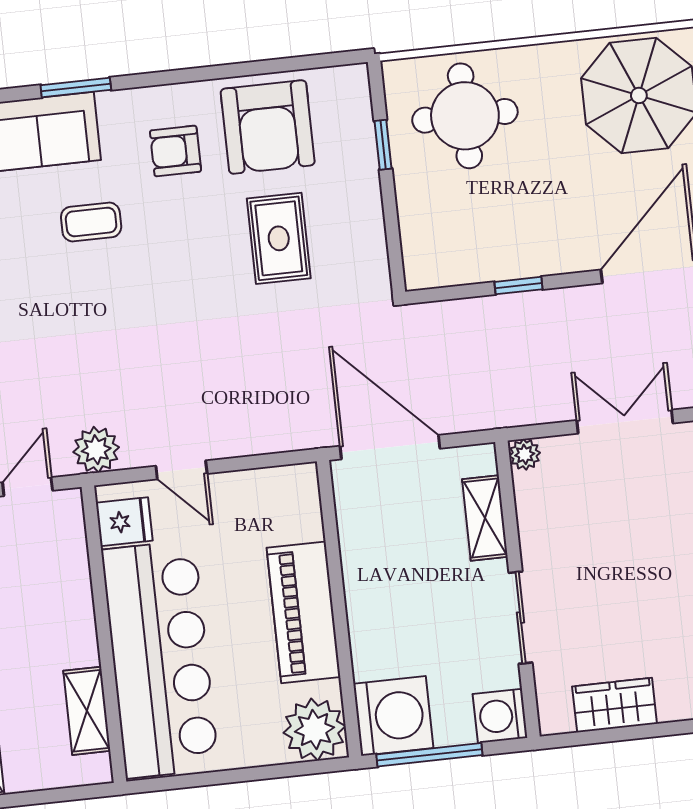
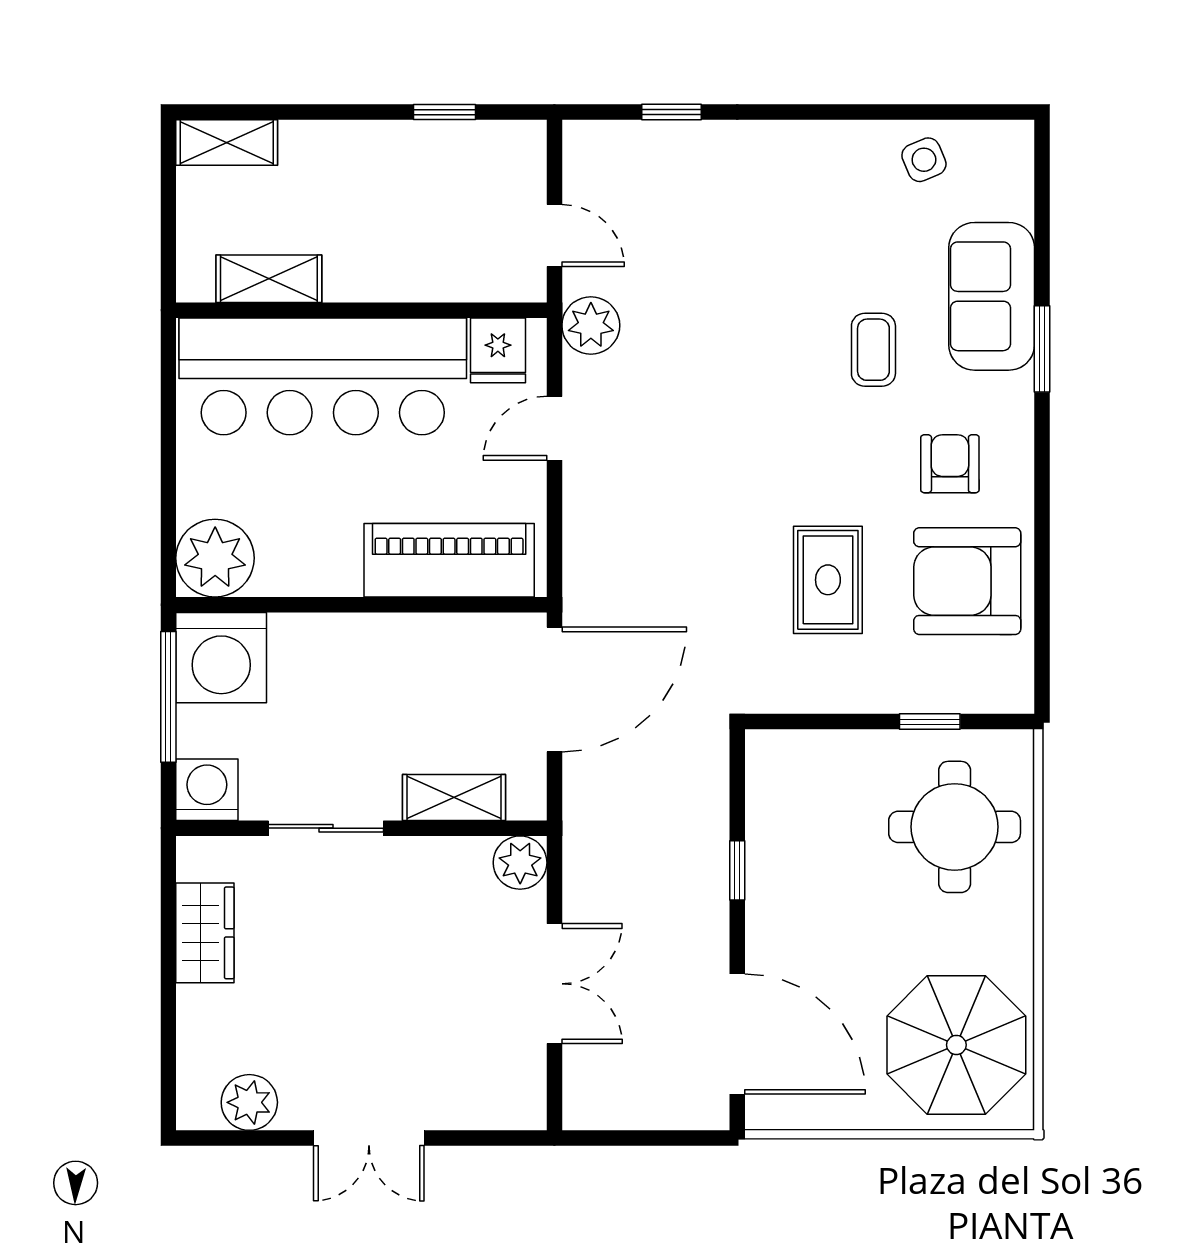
rug: (279, 238) -> (828, 580), turned 90
plant: (525, 454) -> (520, 863), width x1.38, depth x1.38
piano: (303, 612) -> (449, 560), moved

